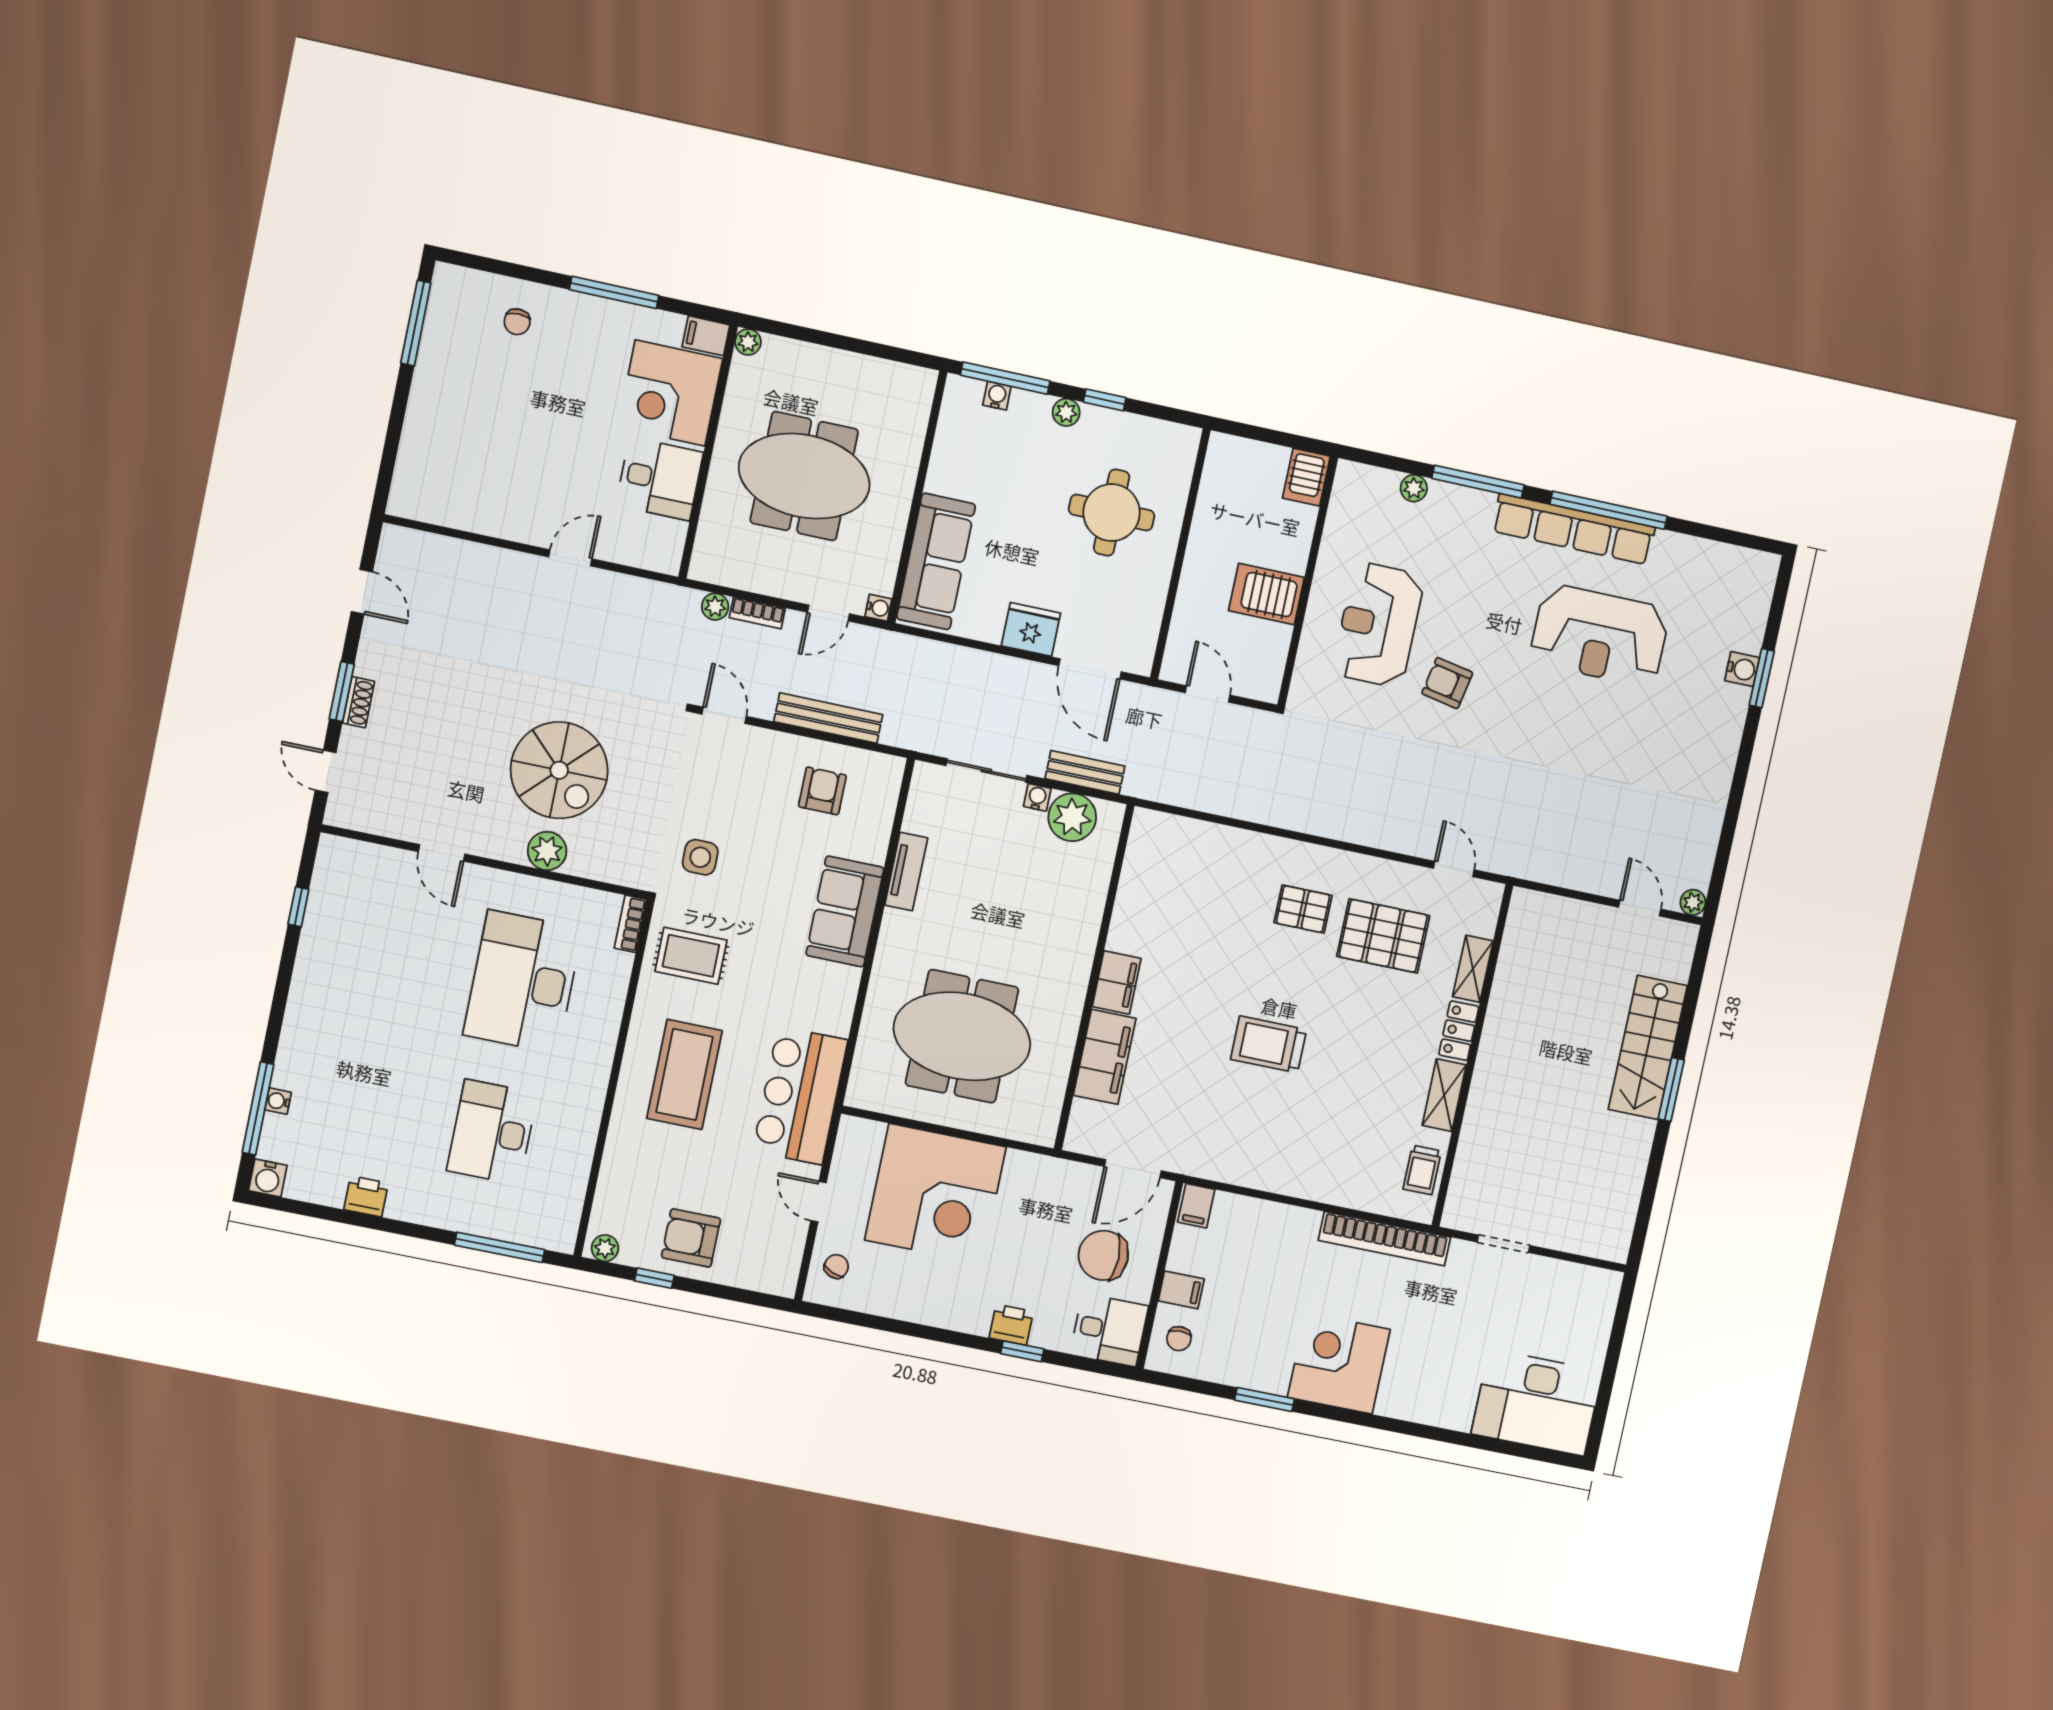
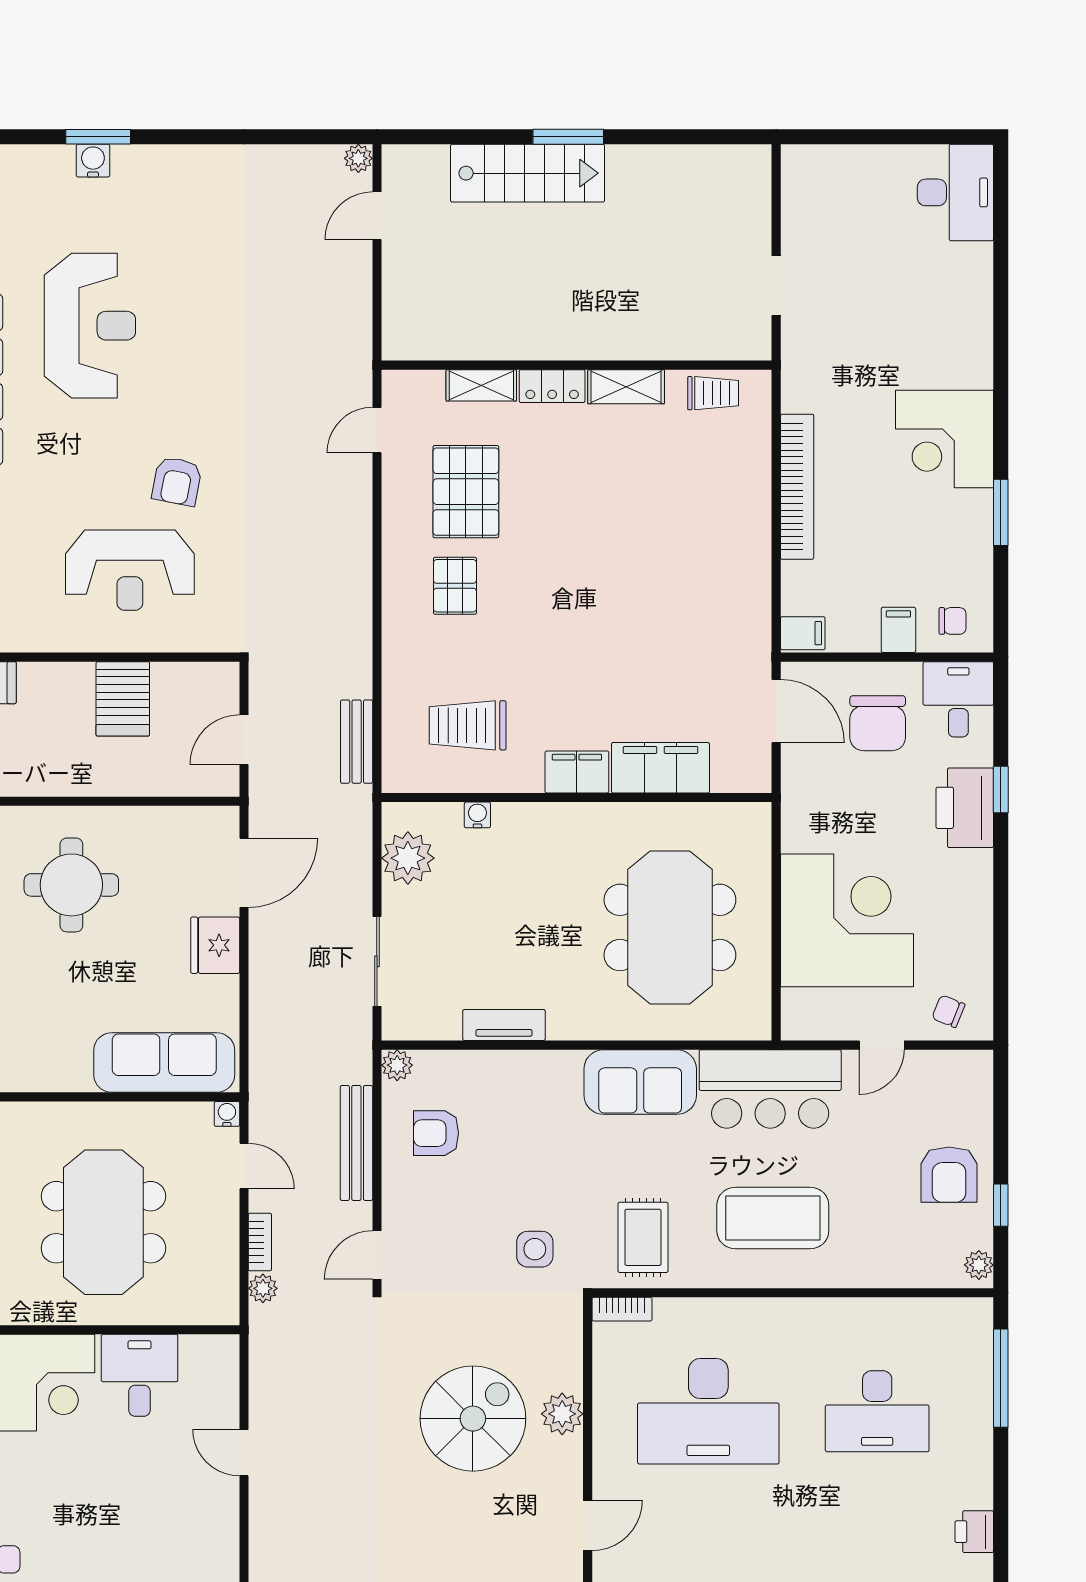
plant: (890, 769) -> (397, 1065), added
bench: (1085, 772) -> (357, 742), moved
water cooler: (1037, 797) -> (477, 815), moved, turned 90
sofa: (845, 911) -> (640, 1082), moved
trolley: (1269, 1044) -> (468, 725), moved, turned 90
bookcase: (1384, 1239) -> (797, 487), moved
printer: (1011, 1325) -> (965, 808), width x1.87, depth x1.48
desk: (1537, 1402) -> (955, 192), width x0.73, depth x0.77

